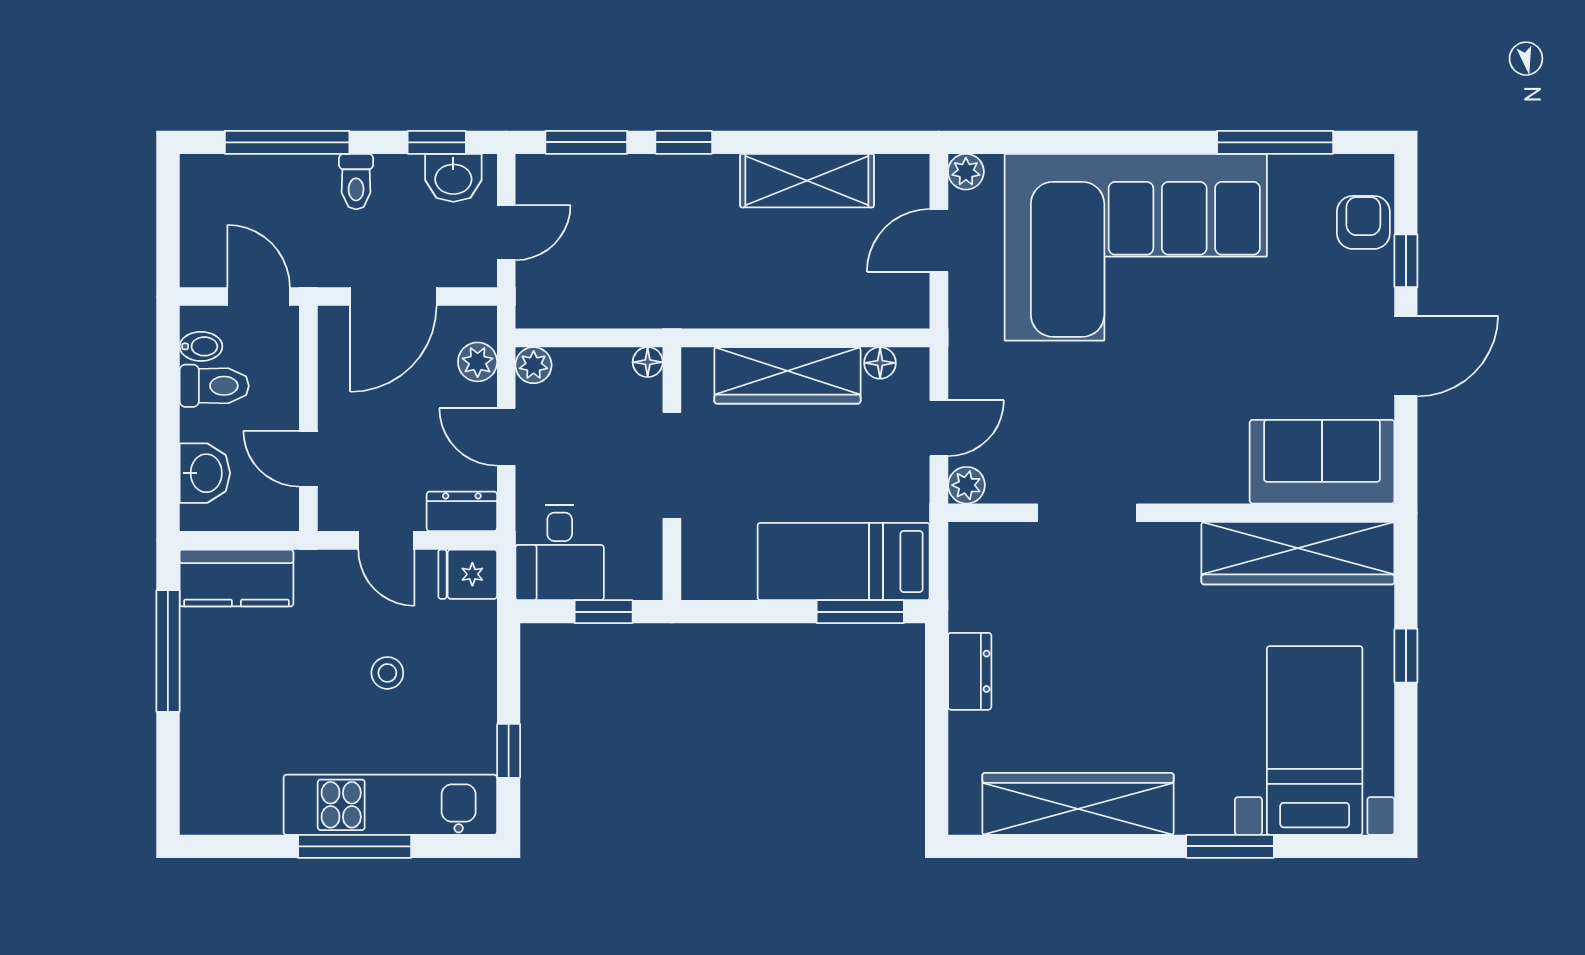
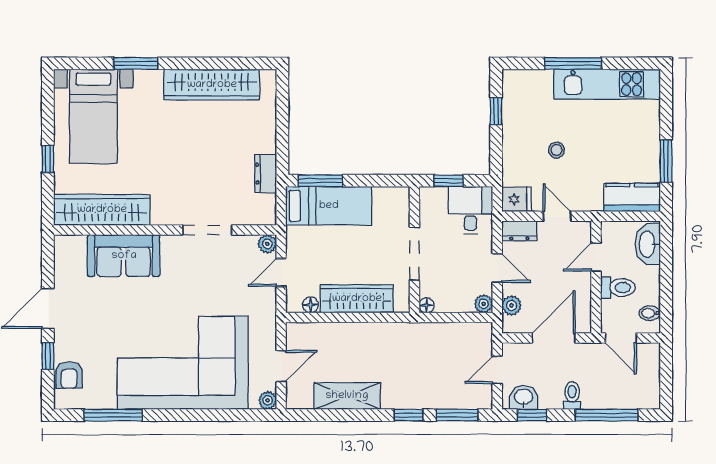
toilet: (214, 386) -> (618, 288), moved, turned 180
door: (308, 459) -> (596, 257), swing flipped
sofa: (1322, 462) -> (124, 256), moved
washbasin: (205, 473) -> (648, 244), width x1.38
window: (168, 651) -> (666, 161), width x0.69
dresser: (970, 671) -> (266, 174), moved
kitchen unit: (390, 805) -> (607, 84), moved

